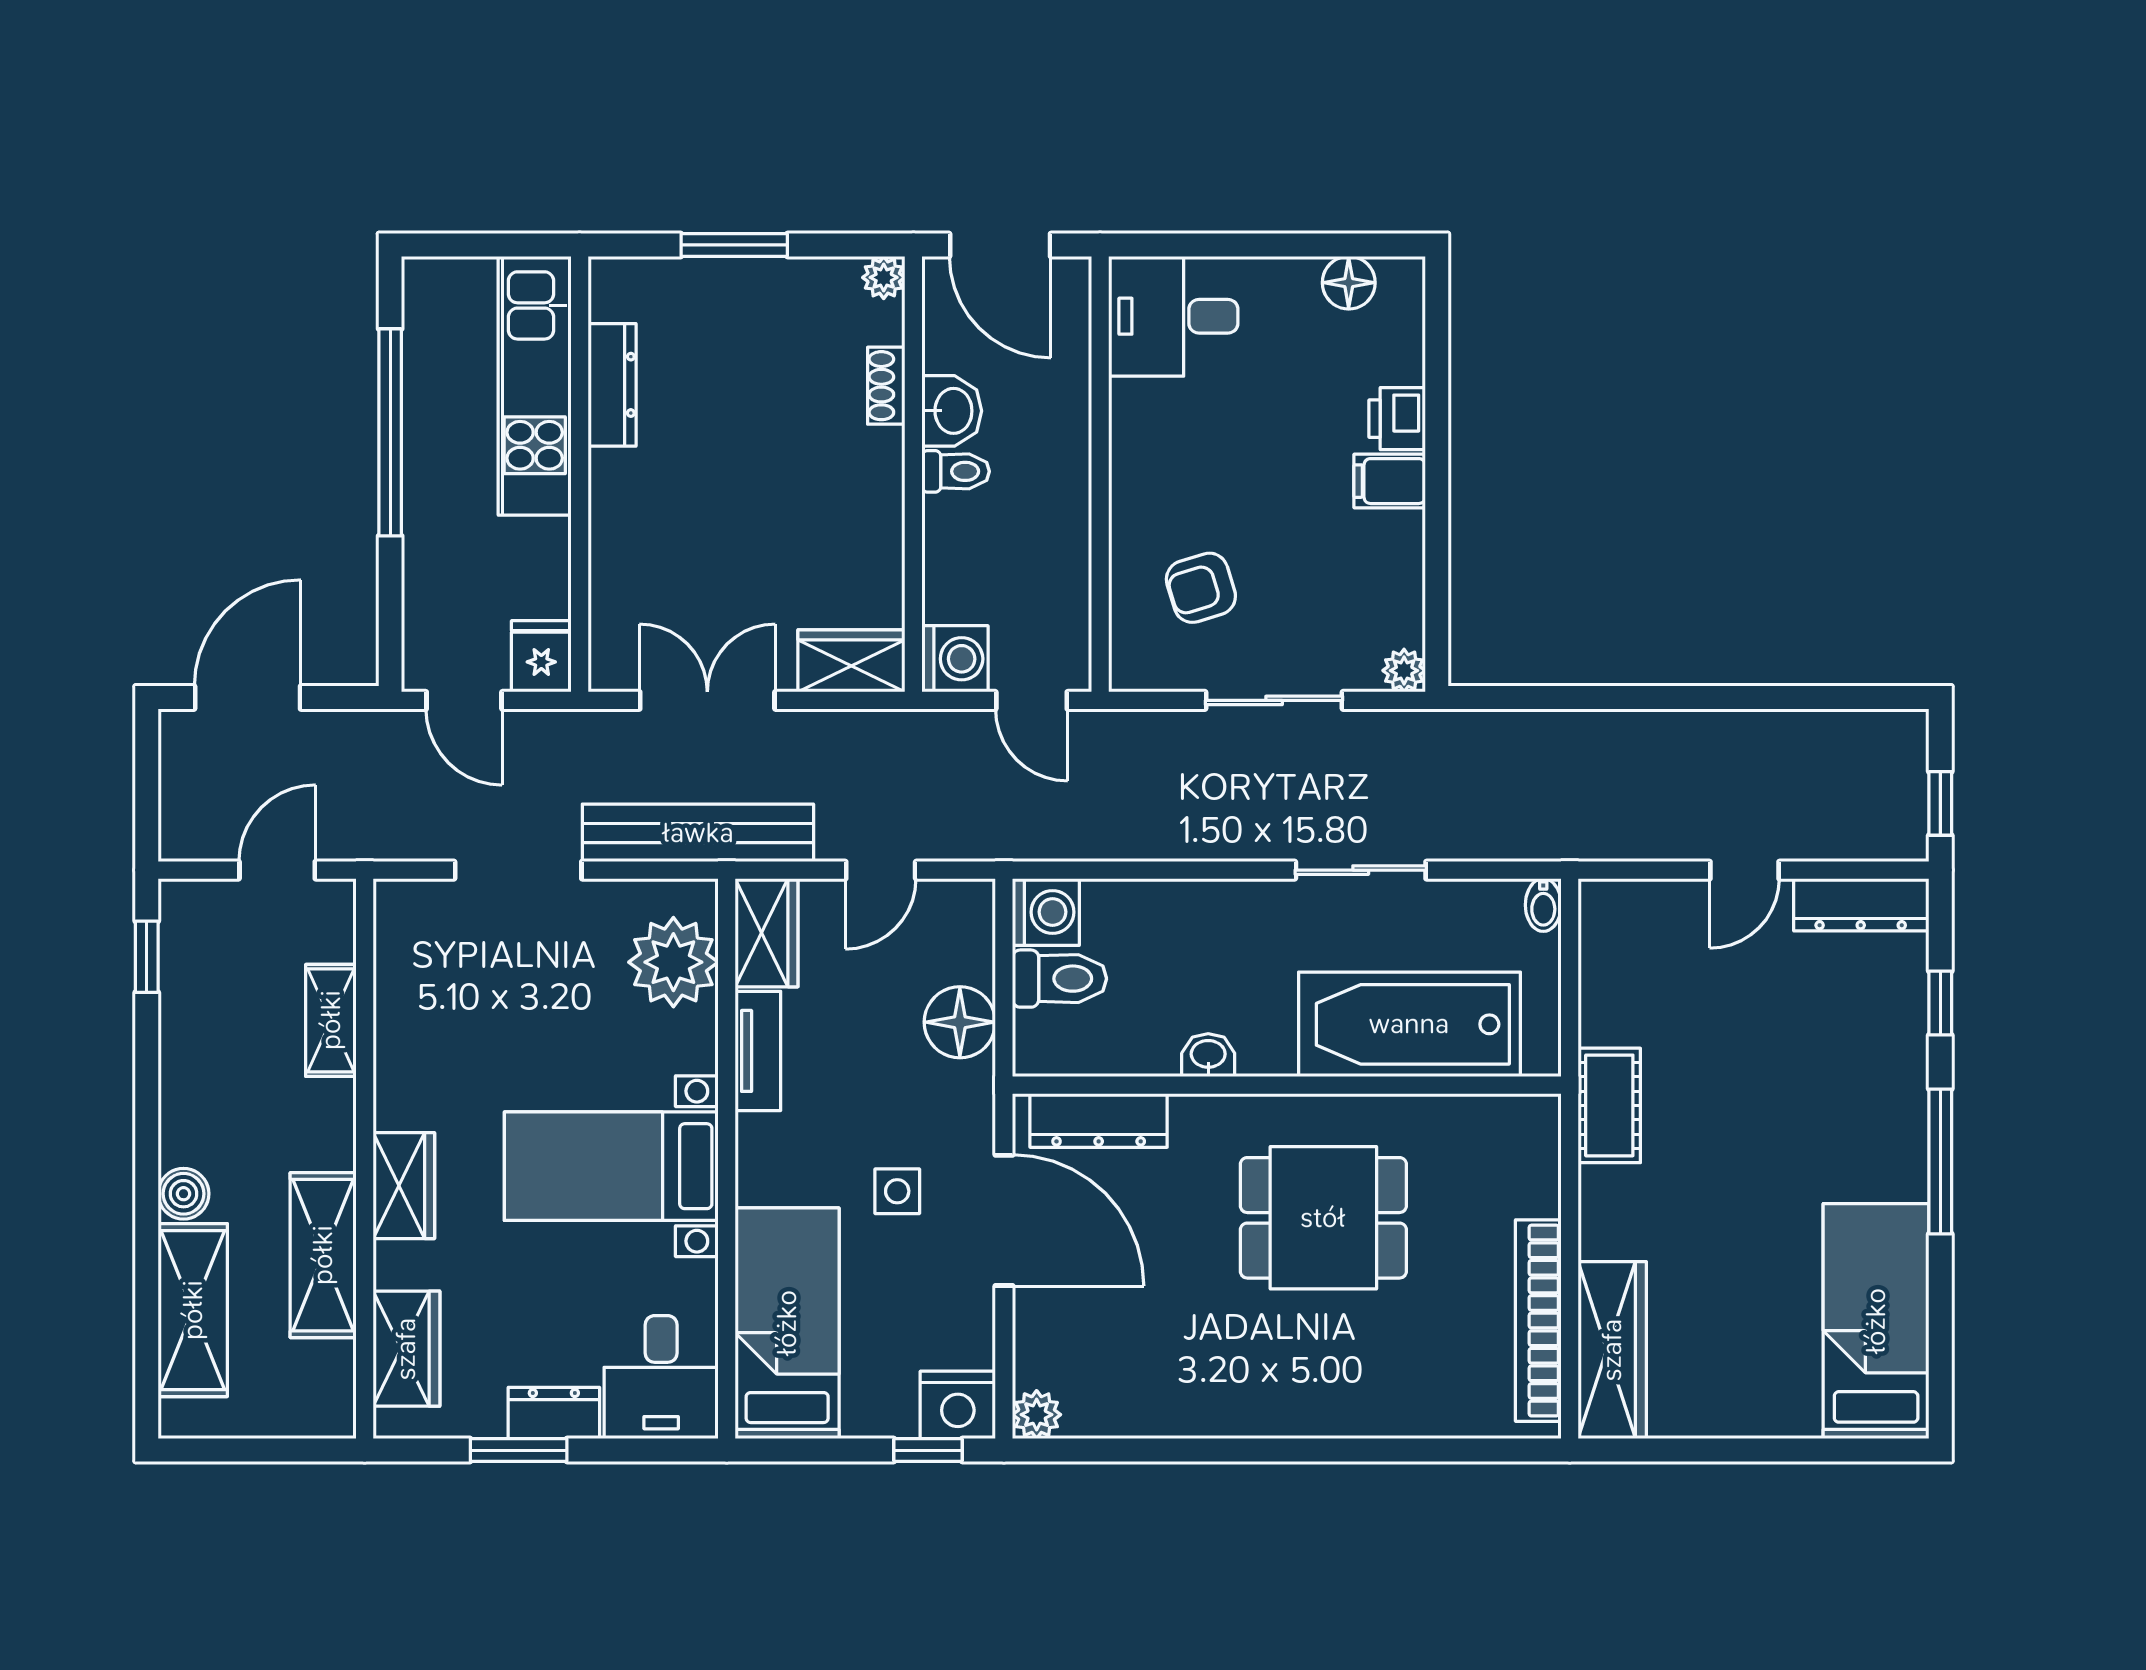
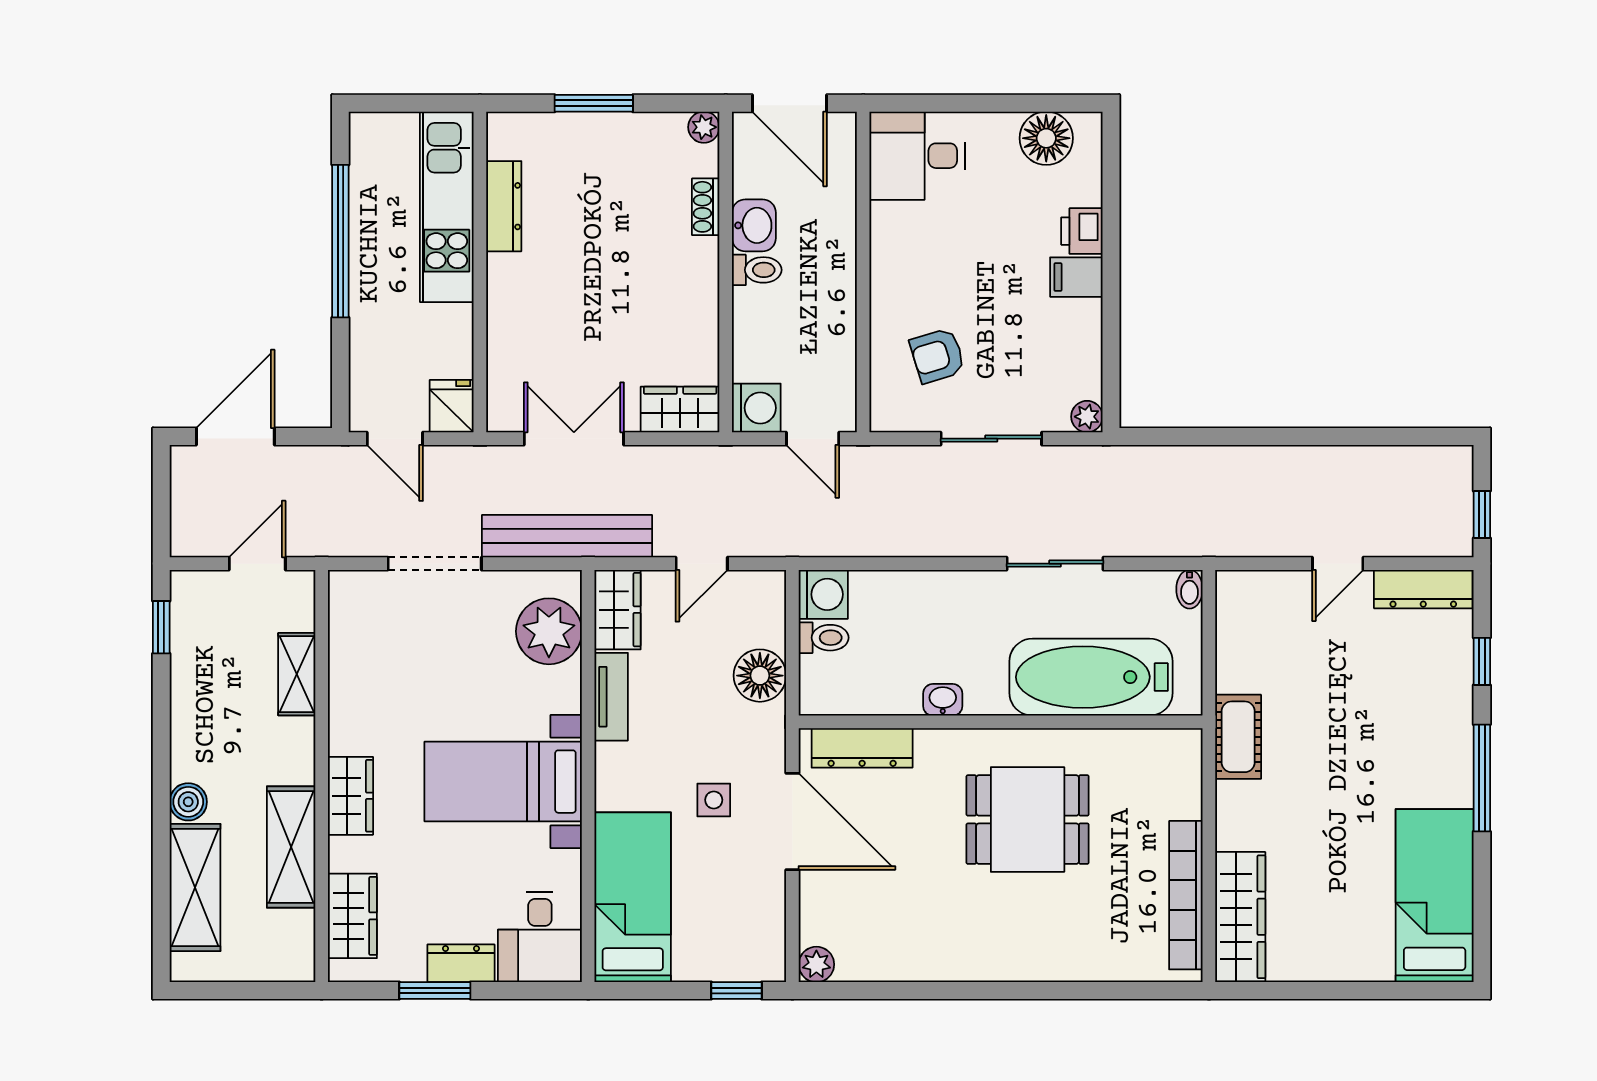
floor lamp: (1349, 283) -> (1046, 138), width x1.38, depth x1.38
toilet: (1060, 979) -> (824, 638), width x0.73, depth x0.72
nightstand: (958, 1405) -> (758, 957), removed

